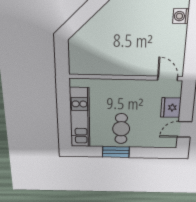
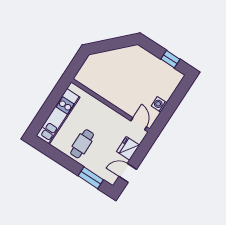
washing machine: (181, 16) -> (159, 104), moved
window: (116, 152) -> (91, 178), moved

